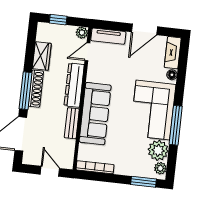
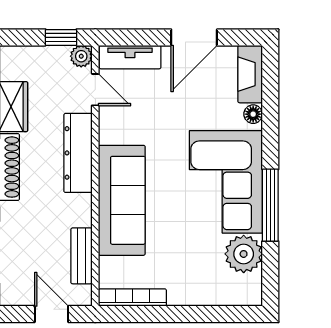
window: (58, 20) -> (61, 37), moved
door: (87, 52) -> (95, 90), swing flipped
bench: (72, 123) -> (81, 256), moved
plant: (160, 168) -> (251, 286), removed
window: (143, 182) -> (223, 314), removed

